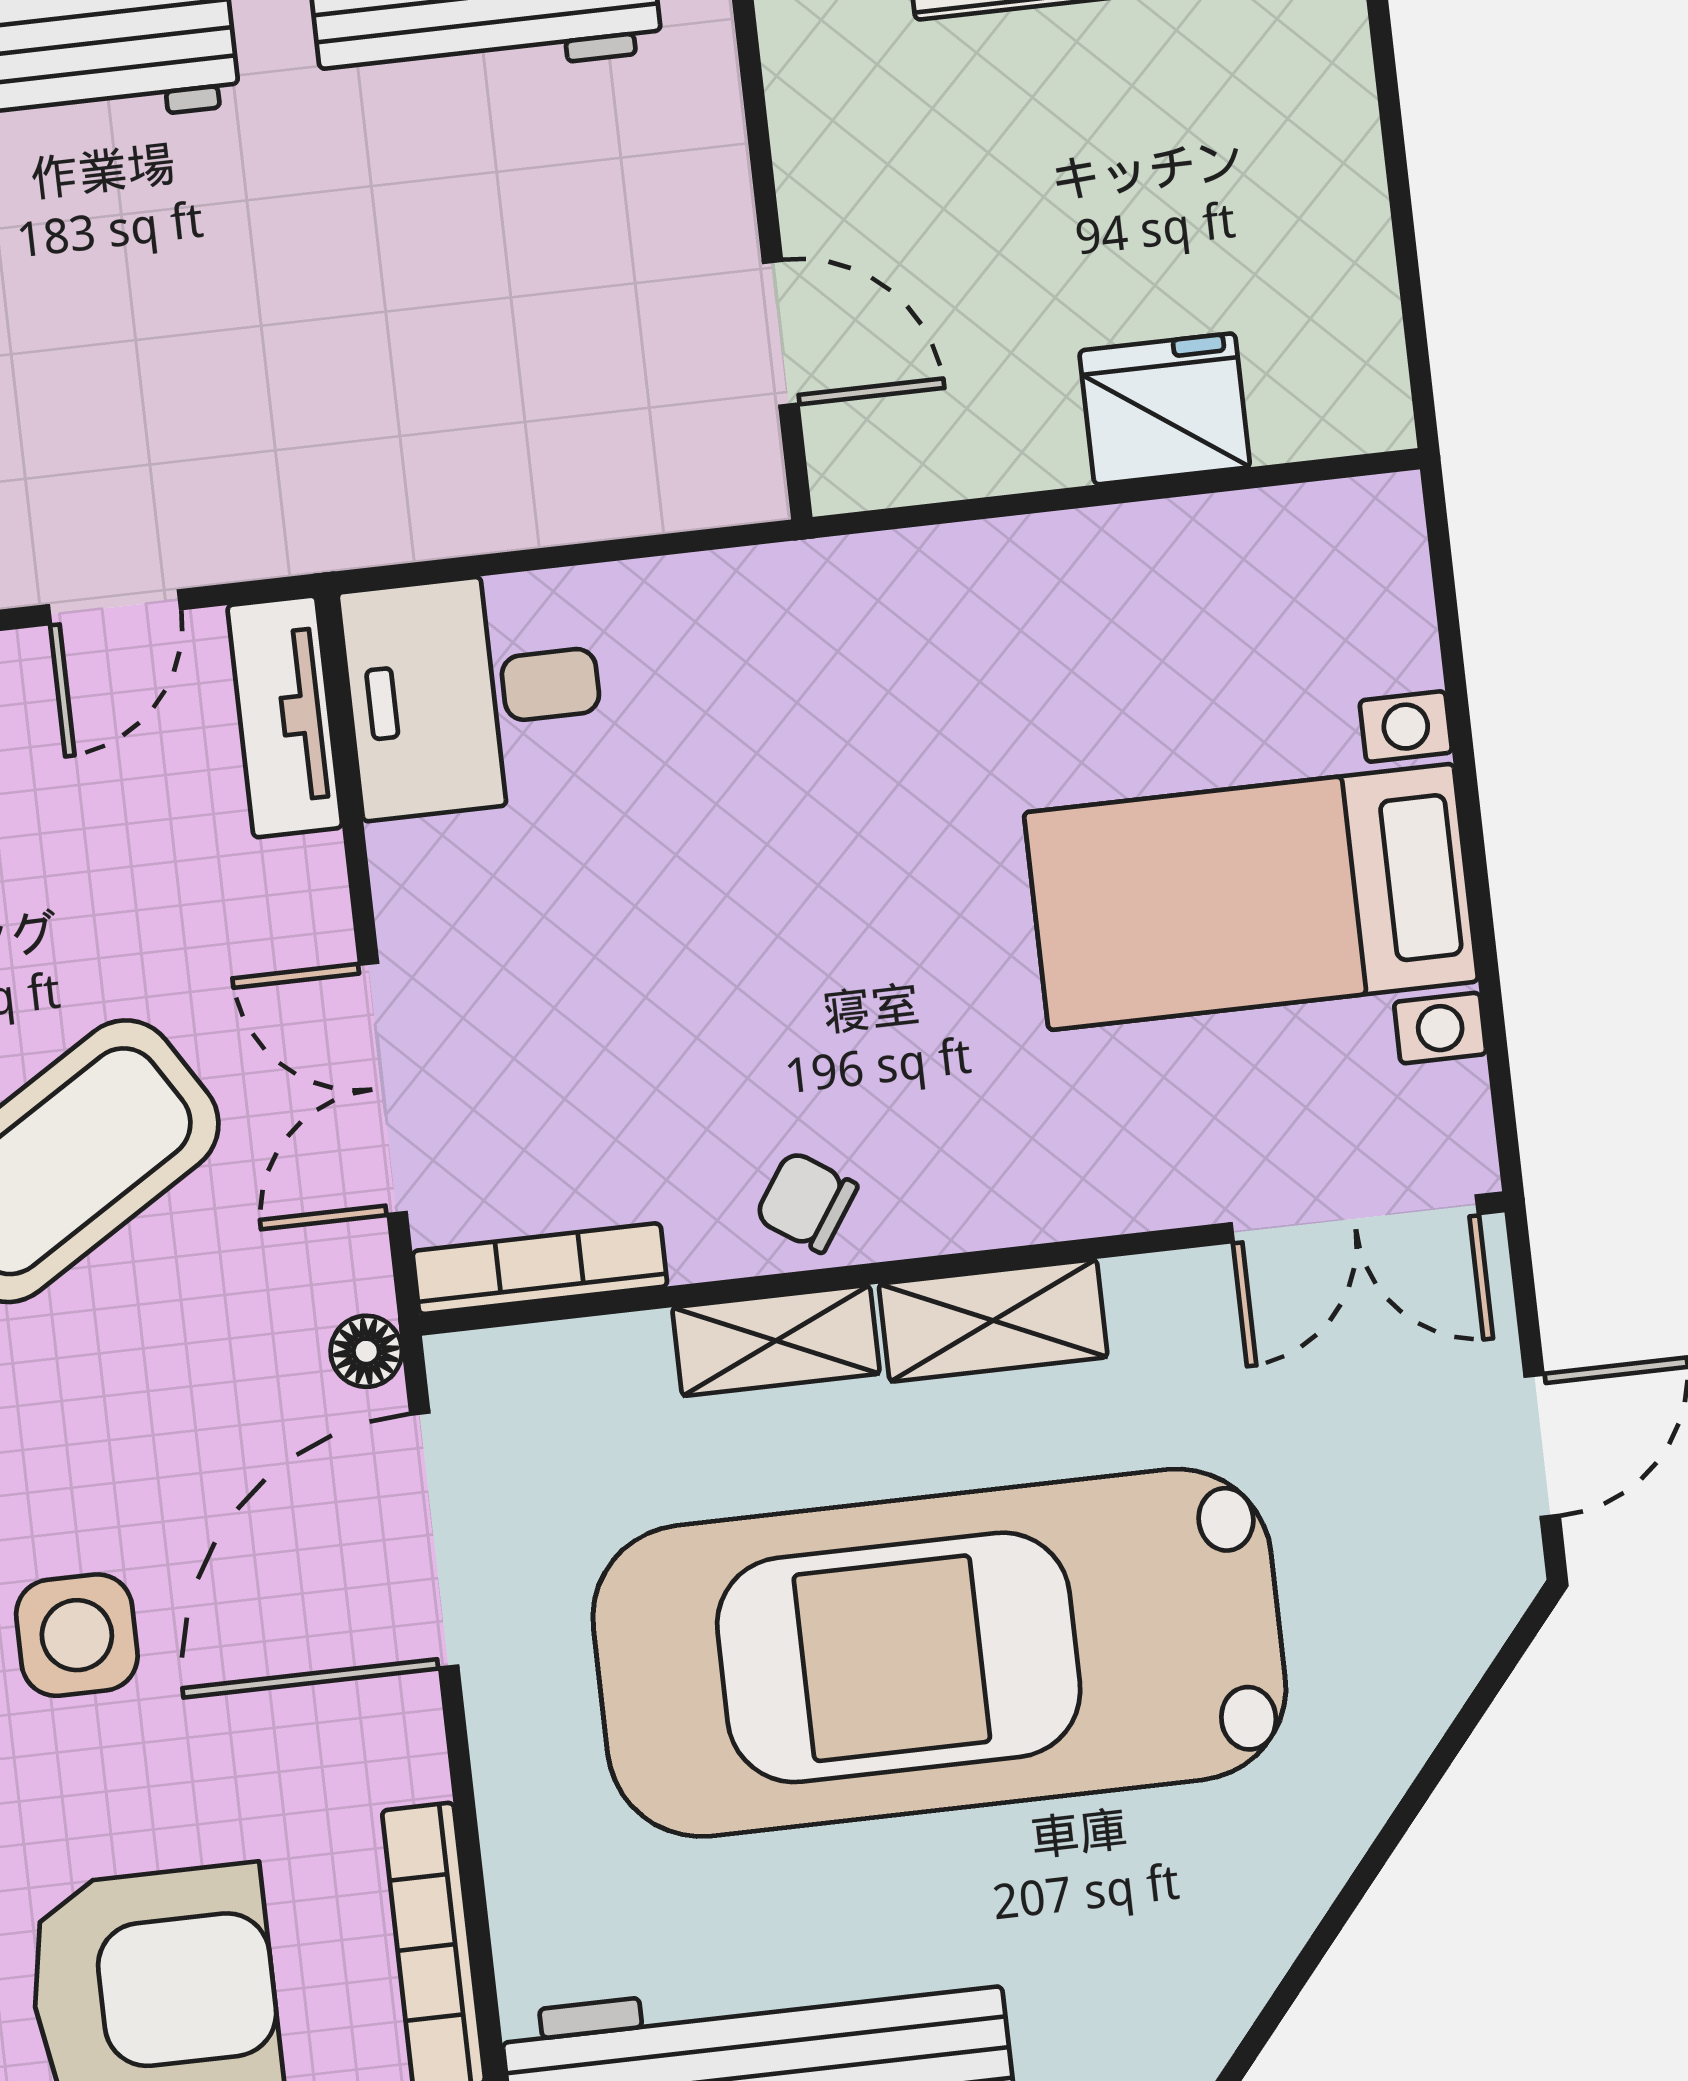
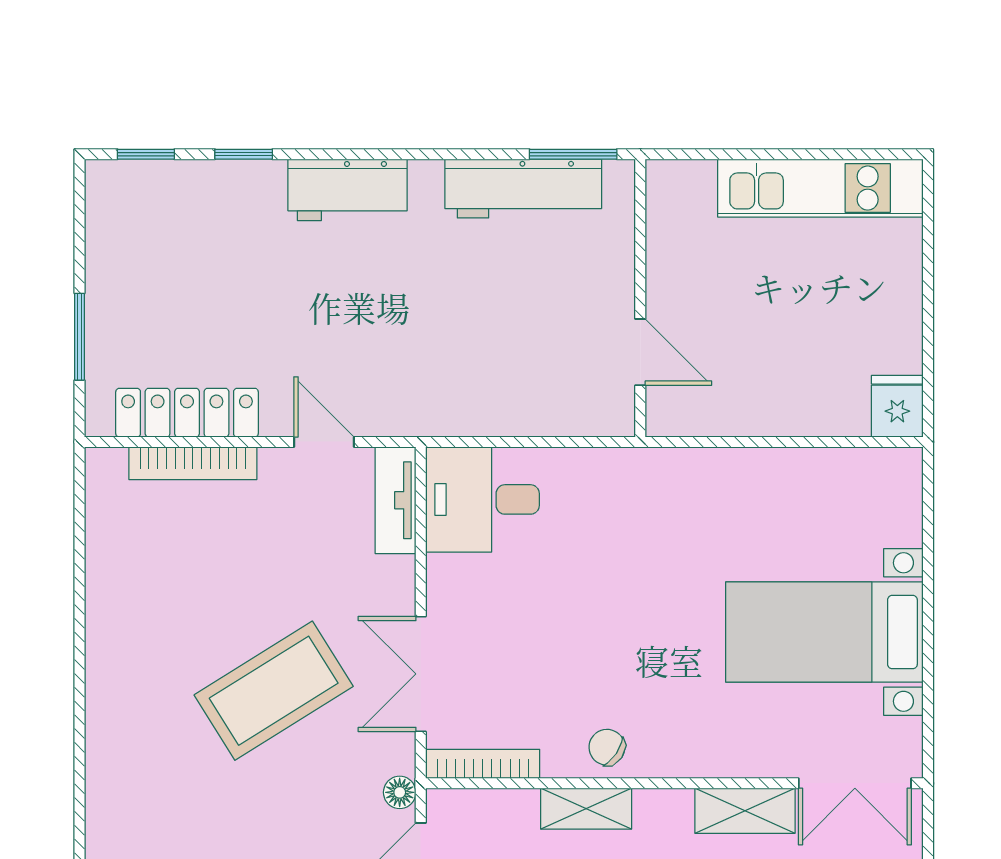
fridge: (1165, 409) -> (897, 406), moved, width x0.72
door: (114, 607) -> (324, 442), swing flipped
shelving: (993, 1320) -> (745, 811), moved

